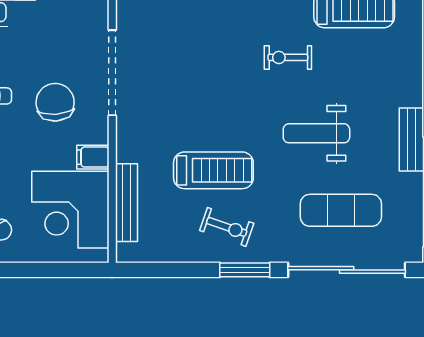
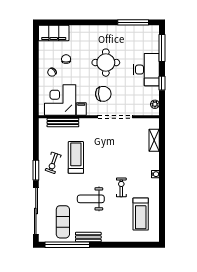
weight bench: (316, 133) -> (91, 199), turned -90
treadmill: (213, 170) -> (76, 157), turned 180
exercise mat: (341, 210) -> (63, 222), moved

